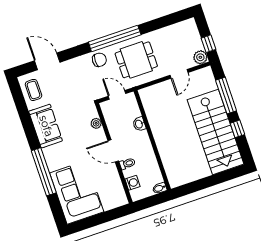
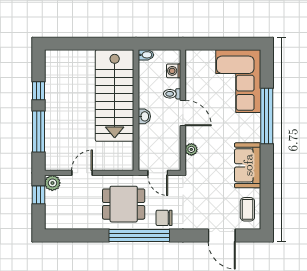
washbasin: (139, 124) -> (144, 116), moved
stairs: (216, 132) -> (115, 96), moved, turned 180

